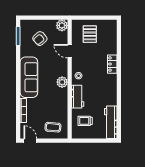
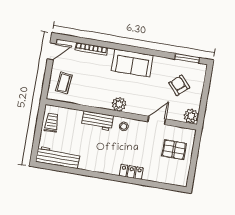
sofa: (29, 77) -> (132, 63), width x0.73
trolley: (85, 121) -> (52, 123), moved

